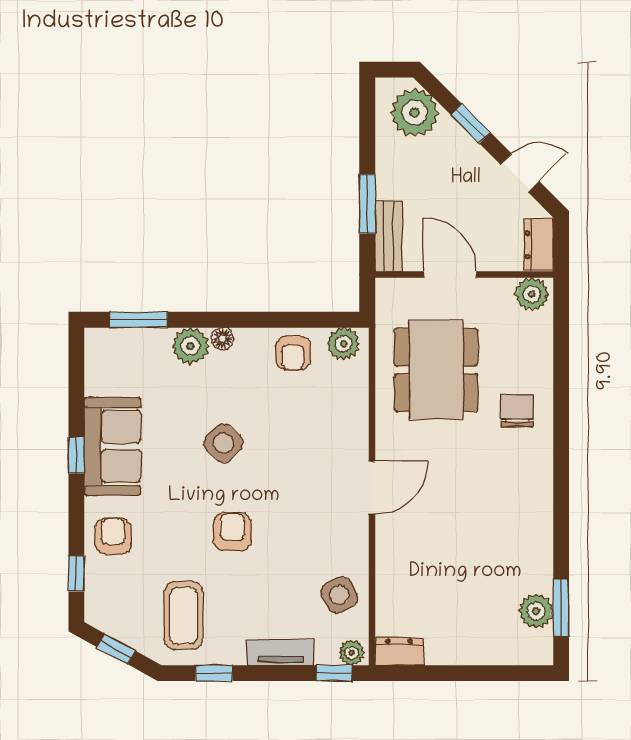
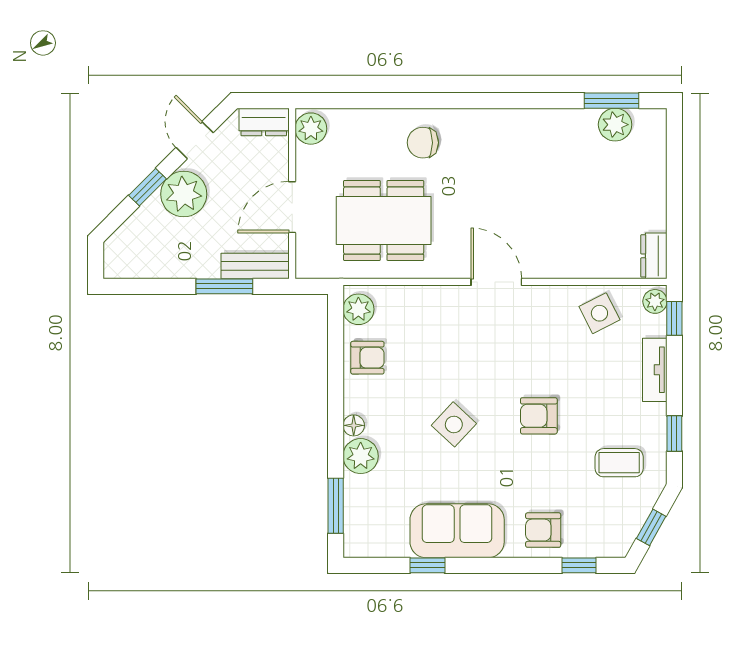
plant: (415, 113) -> (184, 194), moved
window: (76, 455) -> (427, 565), moved
coffee table: (184, 615) -> (619, 463), width x0.73, depth x0.77

